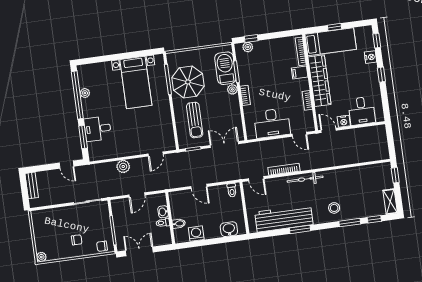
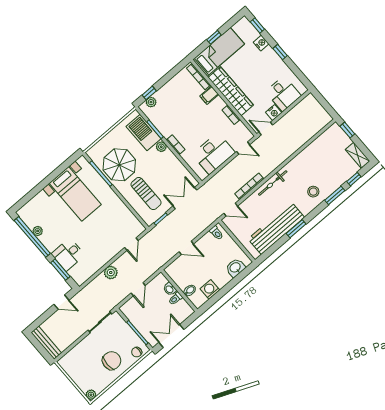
bench: (32, 185) -> (46, 343), width x1.36
chair: (77, 240) -> (112, 361), width x1.87, depth x1.87

